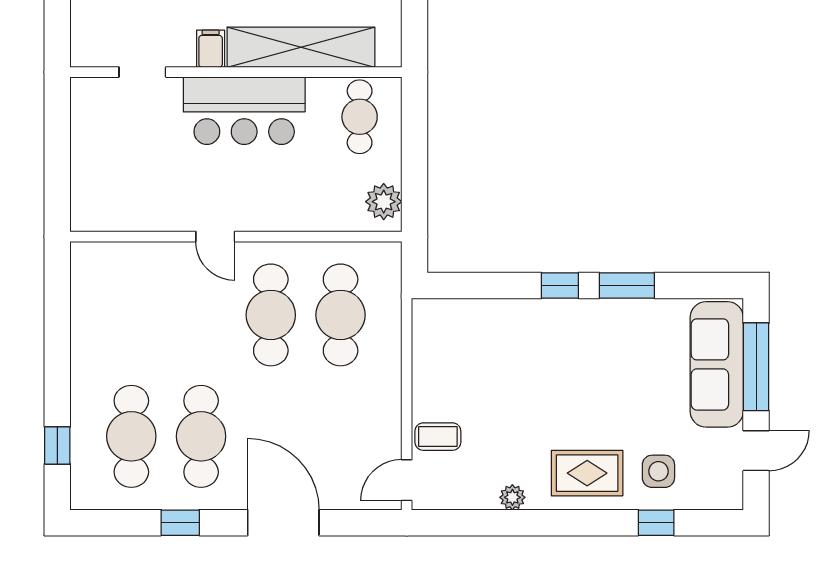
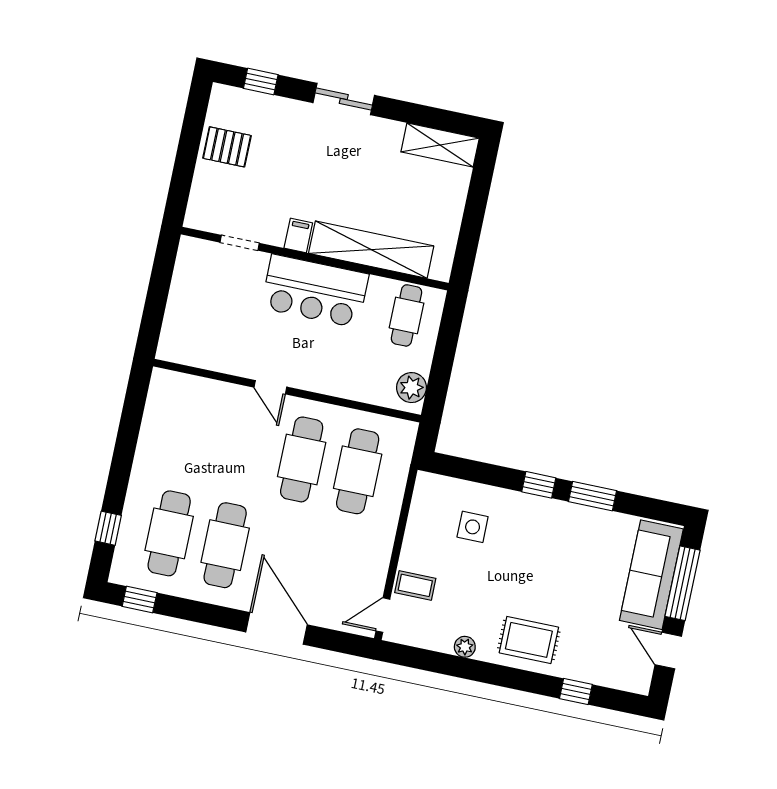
door: (756, 451) -> (668, 651), swing flipped
side table: (658, 471) -> (473, 527), moved
window: (180, 523) -> (140, 600), moved

